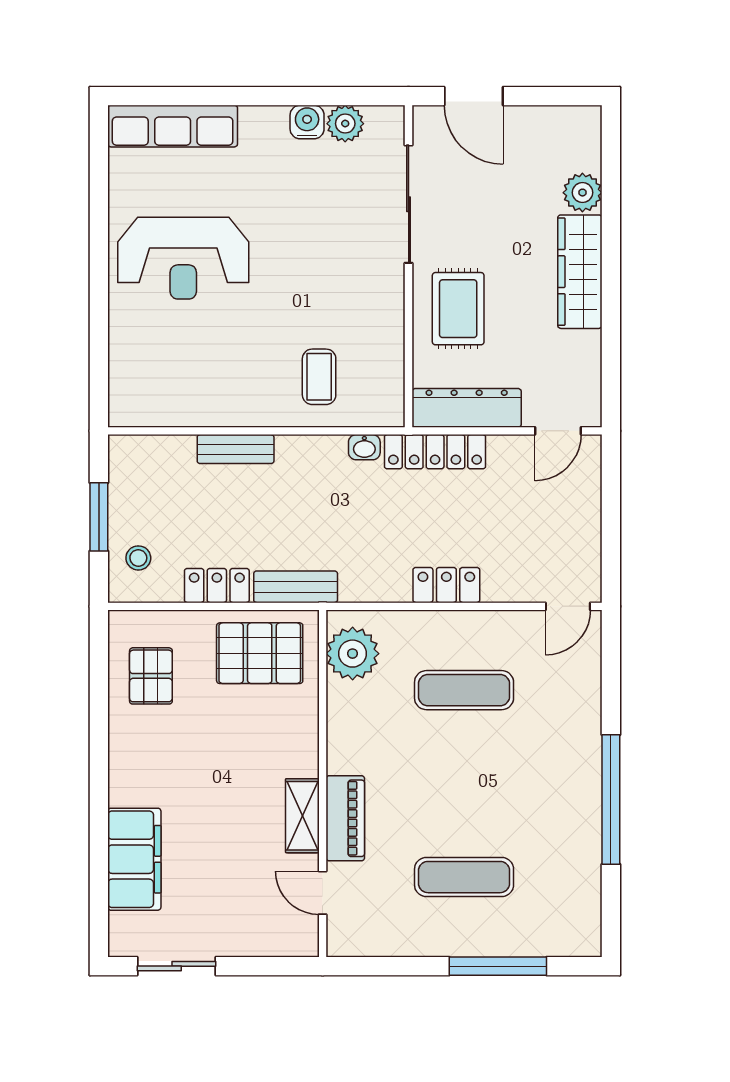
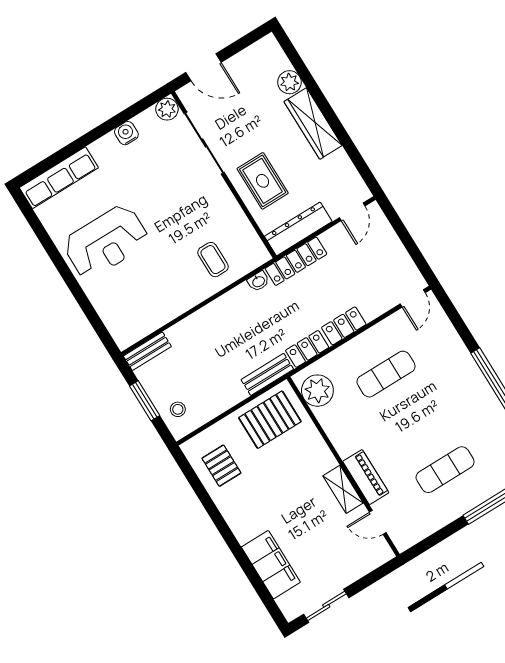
plant: (345, 124) -> (167, 109), moved
bench: (236, 449) -> (147, 351), moved
locker: (217, 586) -> (307, 349), moved

